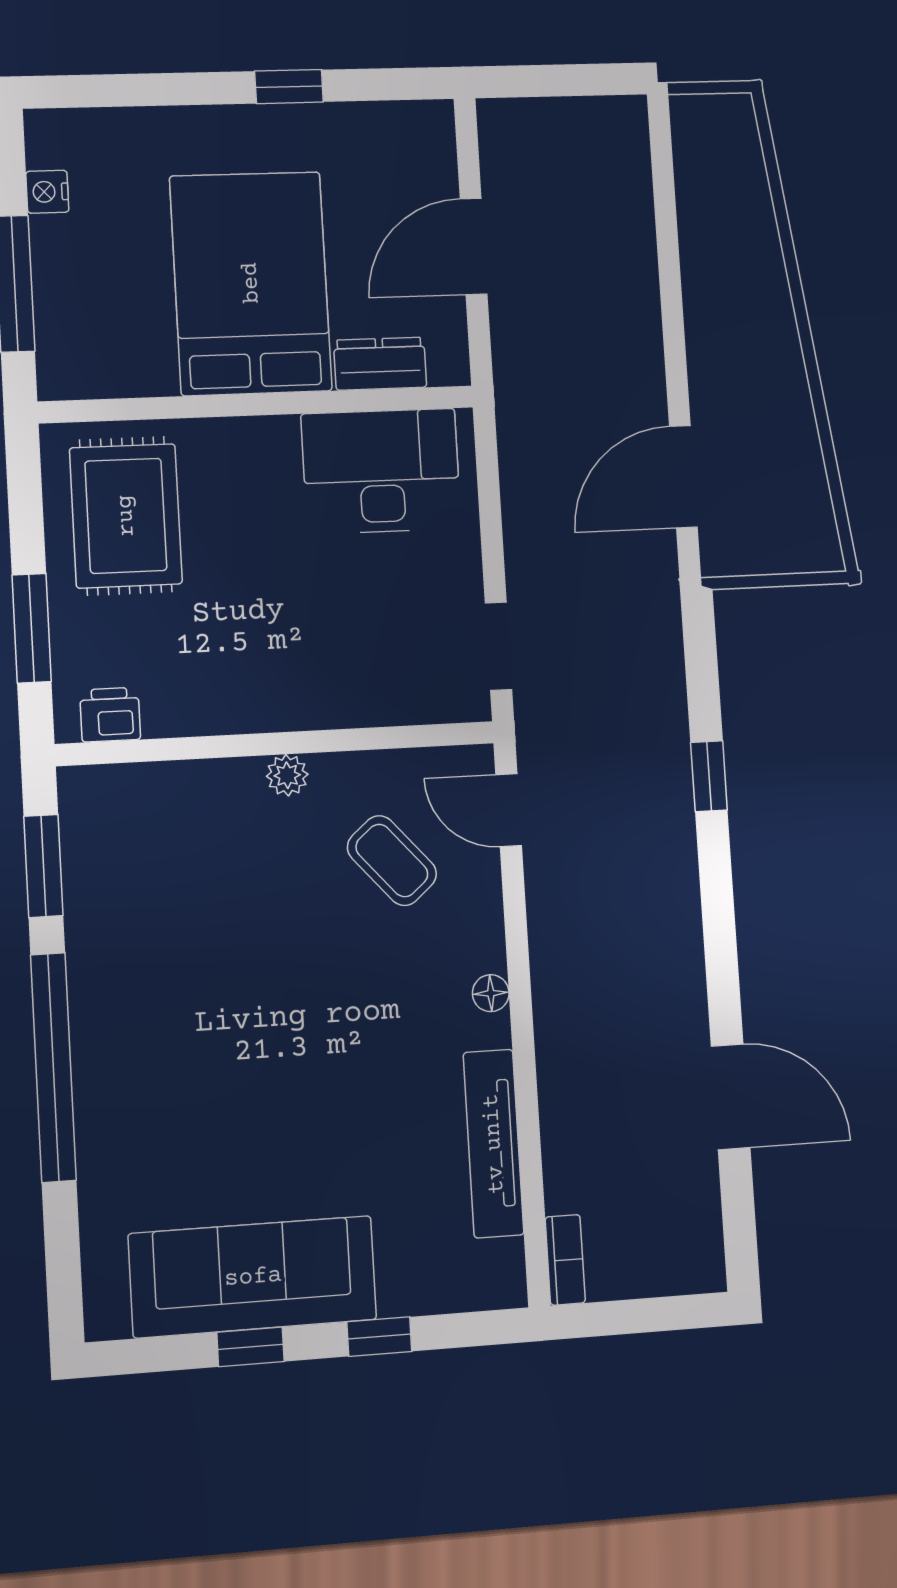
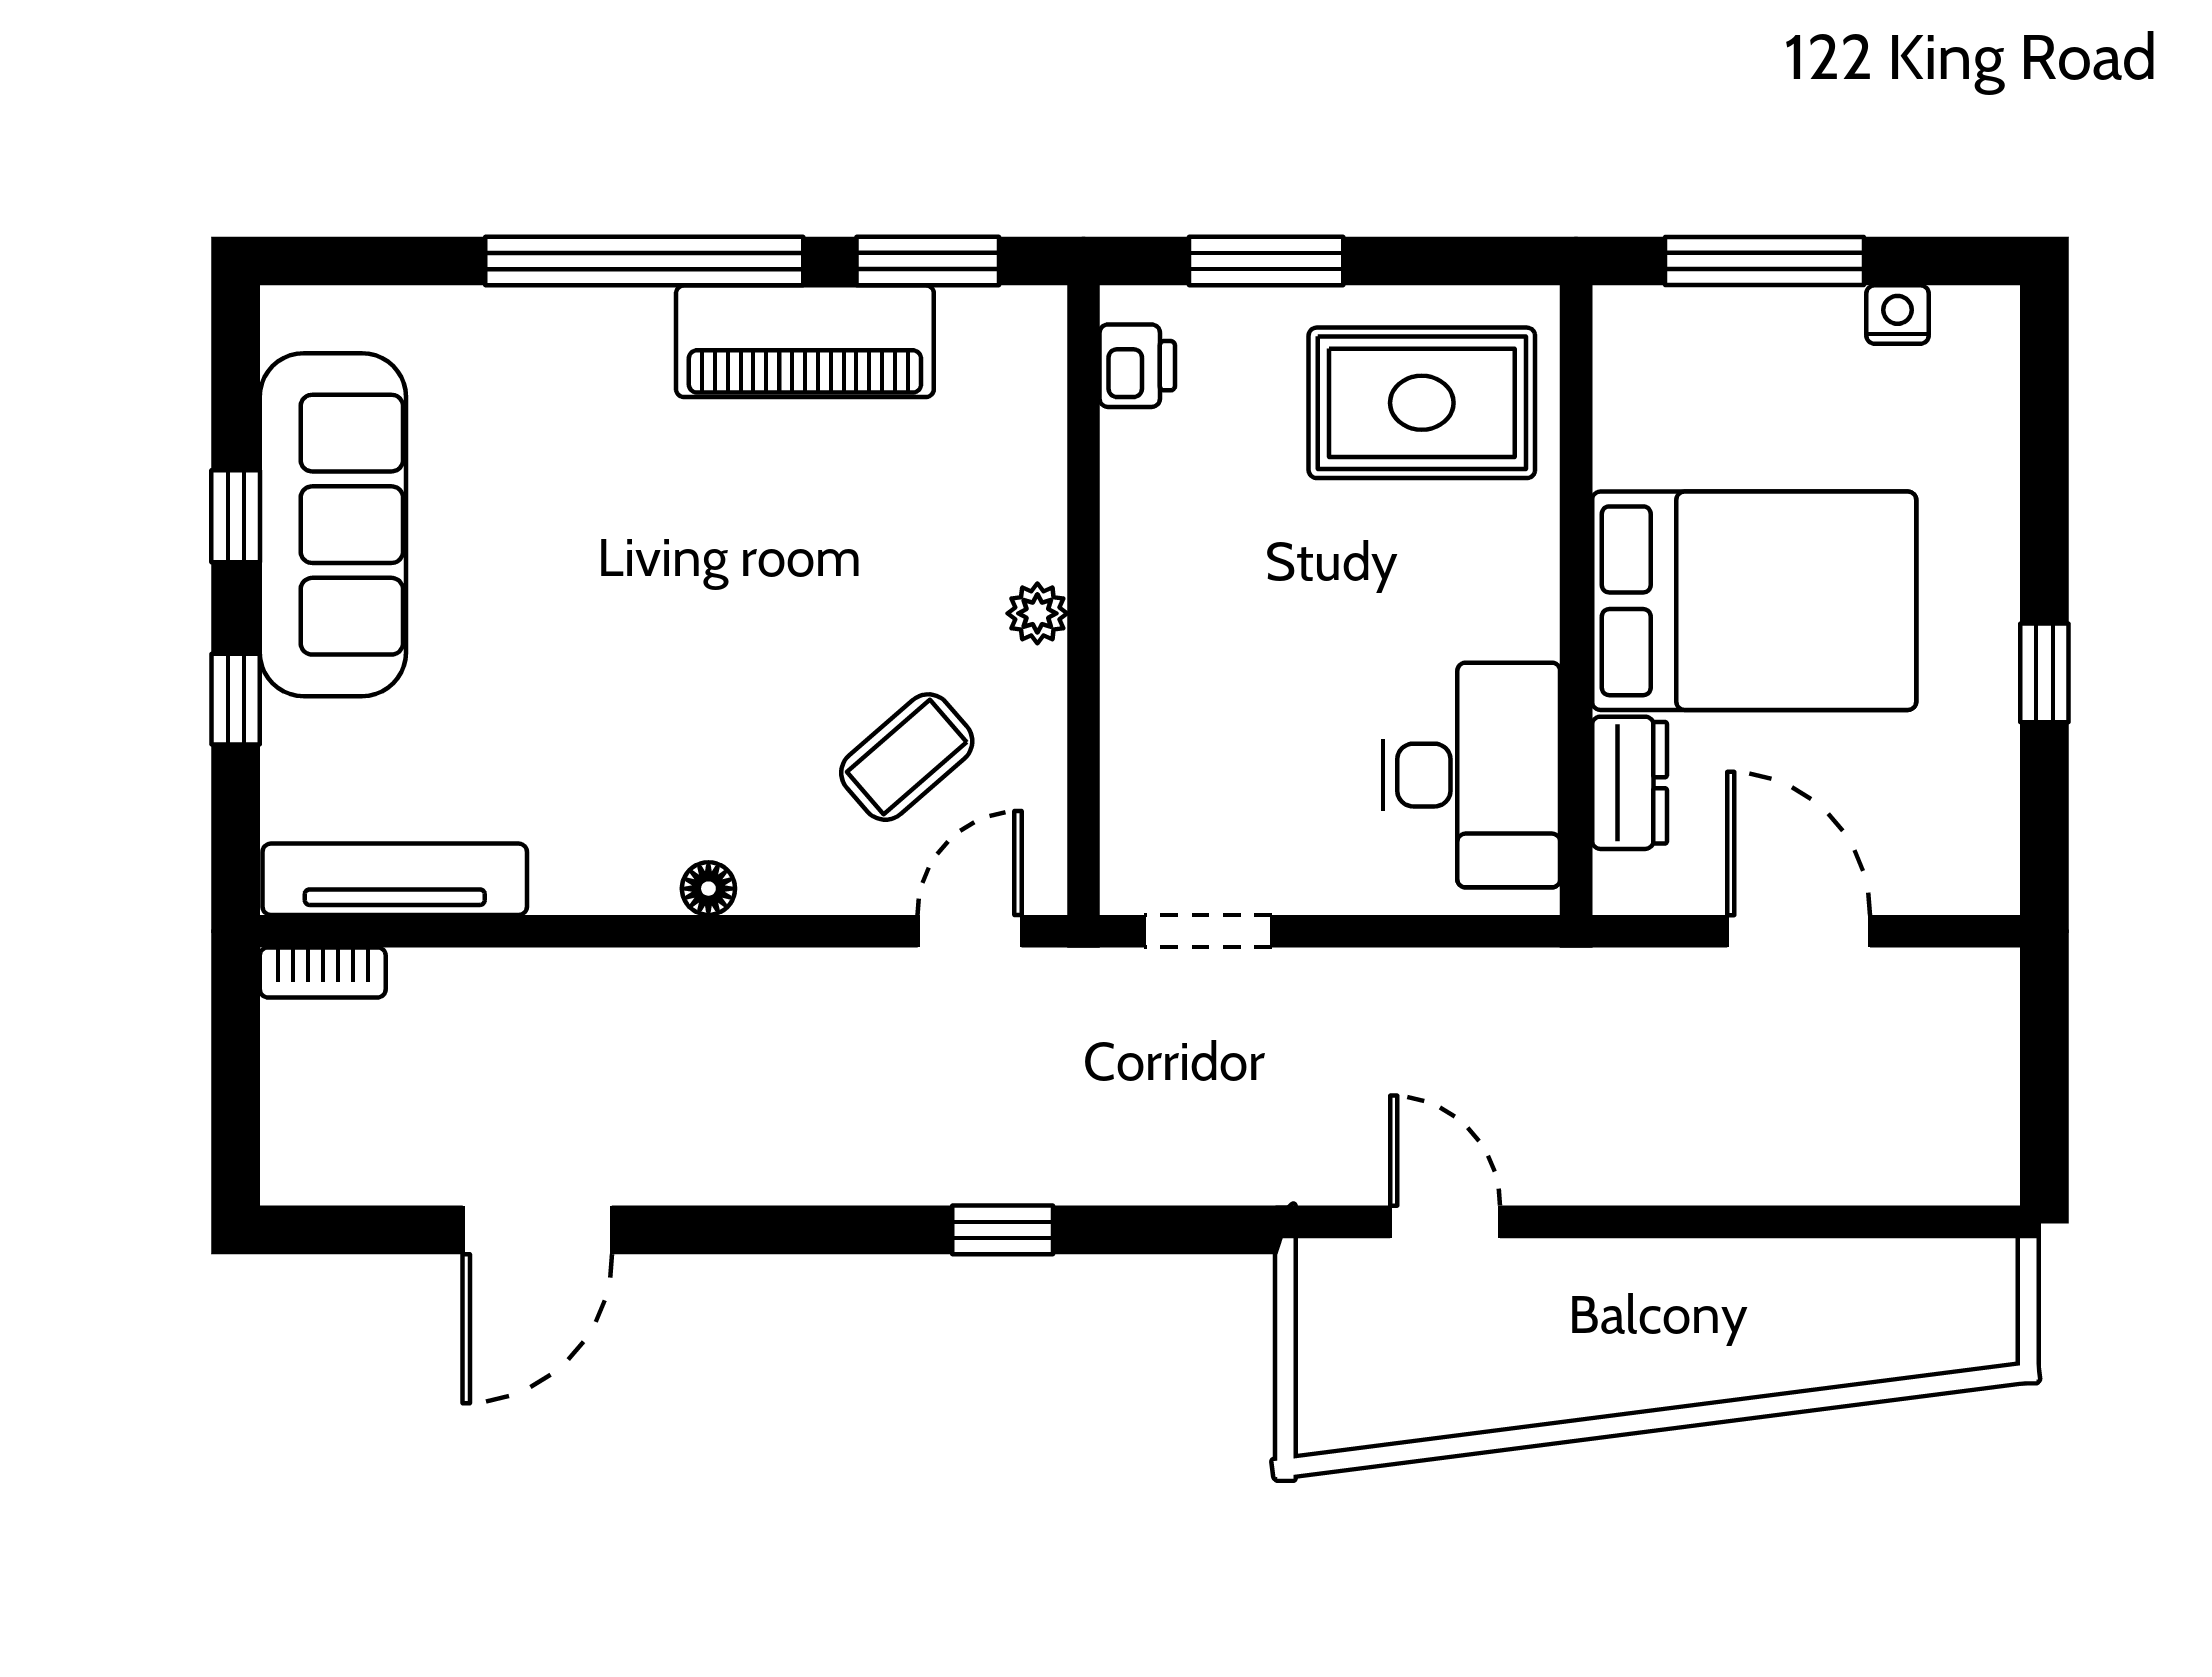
door: (683, 477) -> (1445, 1222), width x0.73
piano: (105, 949) -> (805, 341), added
tv unit: (494, 1144) -> (395, 879), moved

